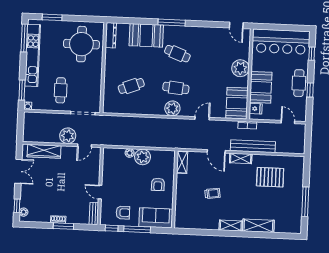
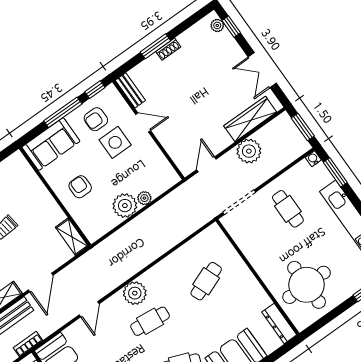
window: (20, 126) -> (303, 127), added
plant: (68, 136) -> (249, 151), moved
door: (216, 151) -> (41, 283), swing flipped
side table: (122, 193) -> (115, 142), added

